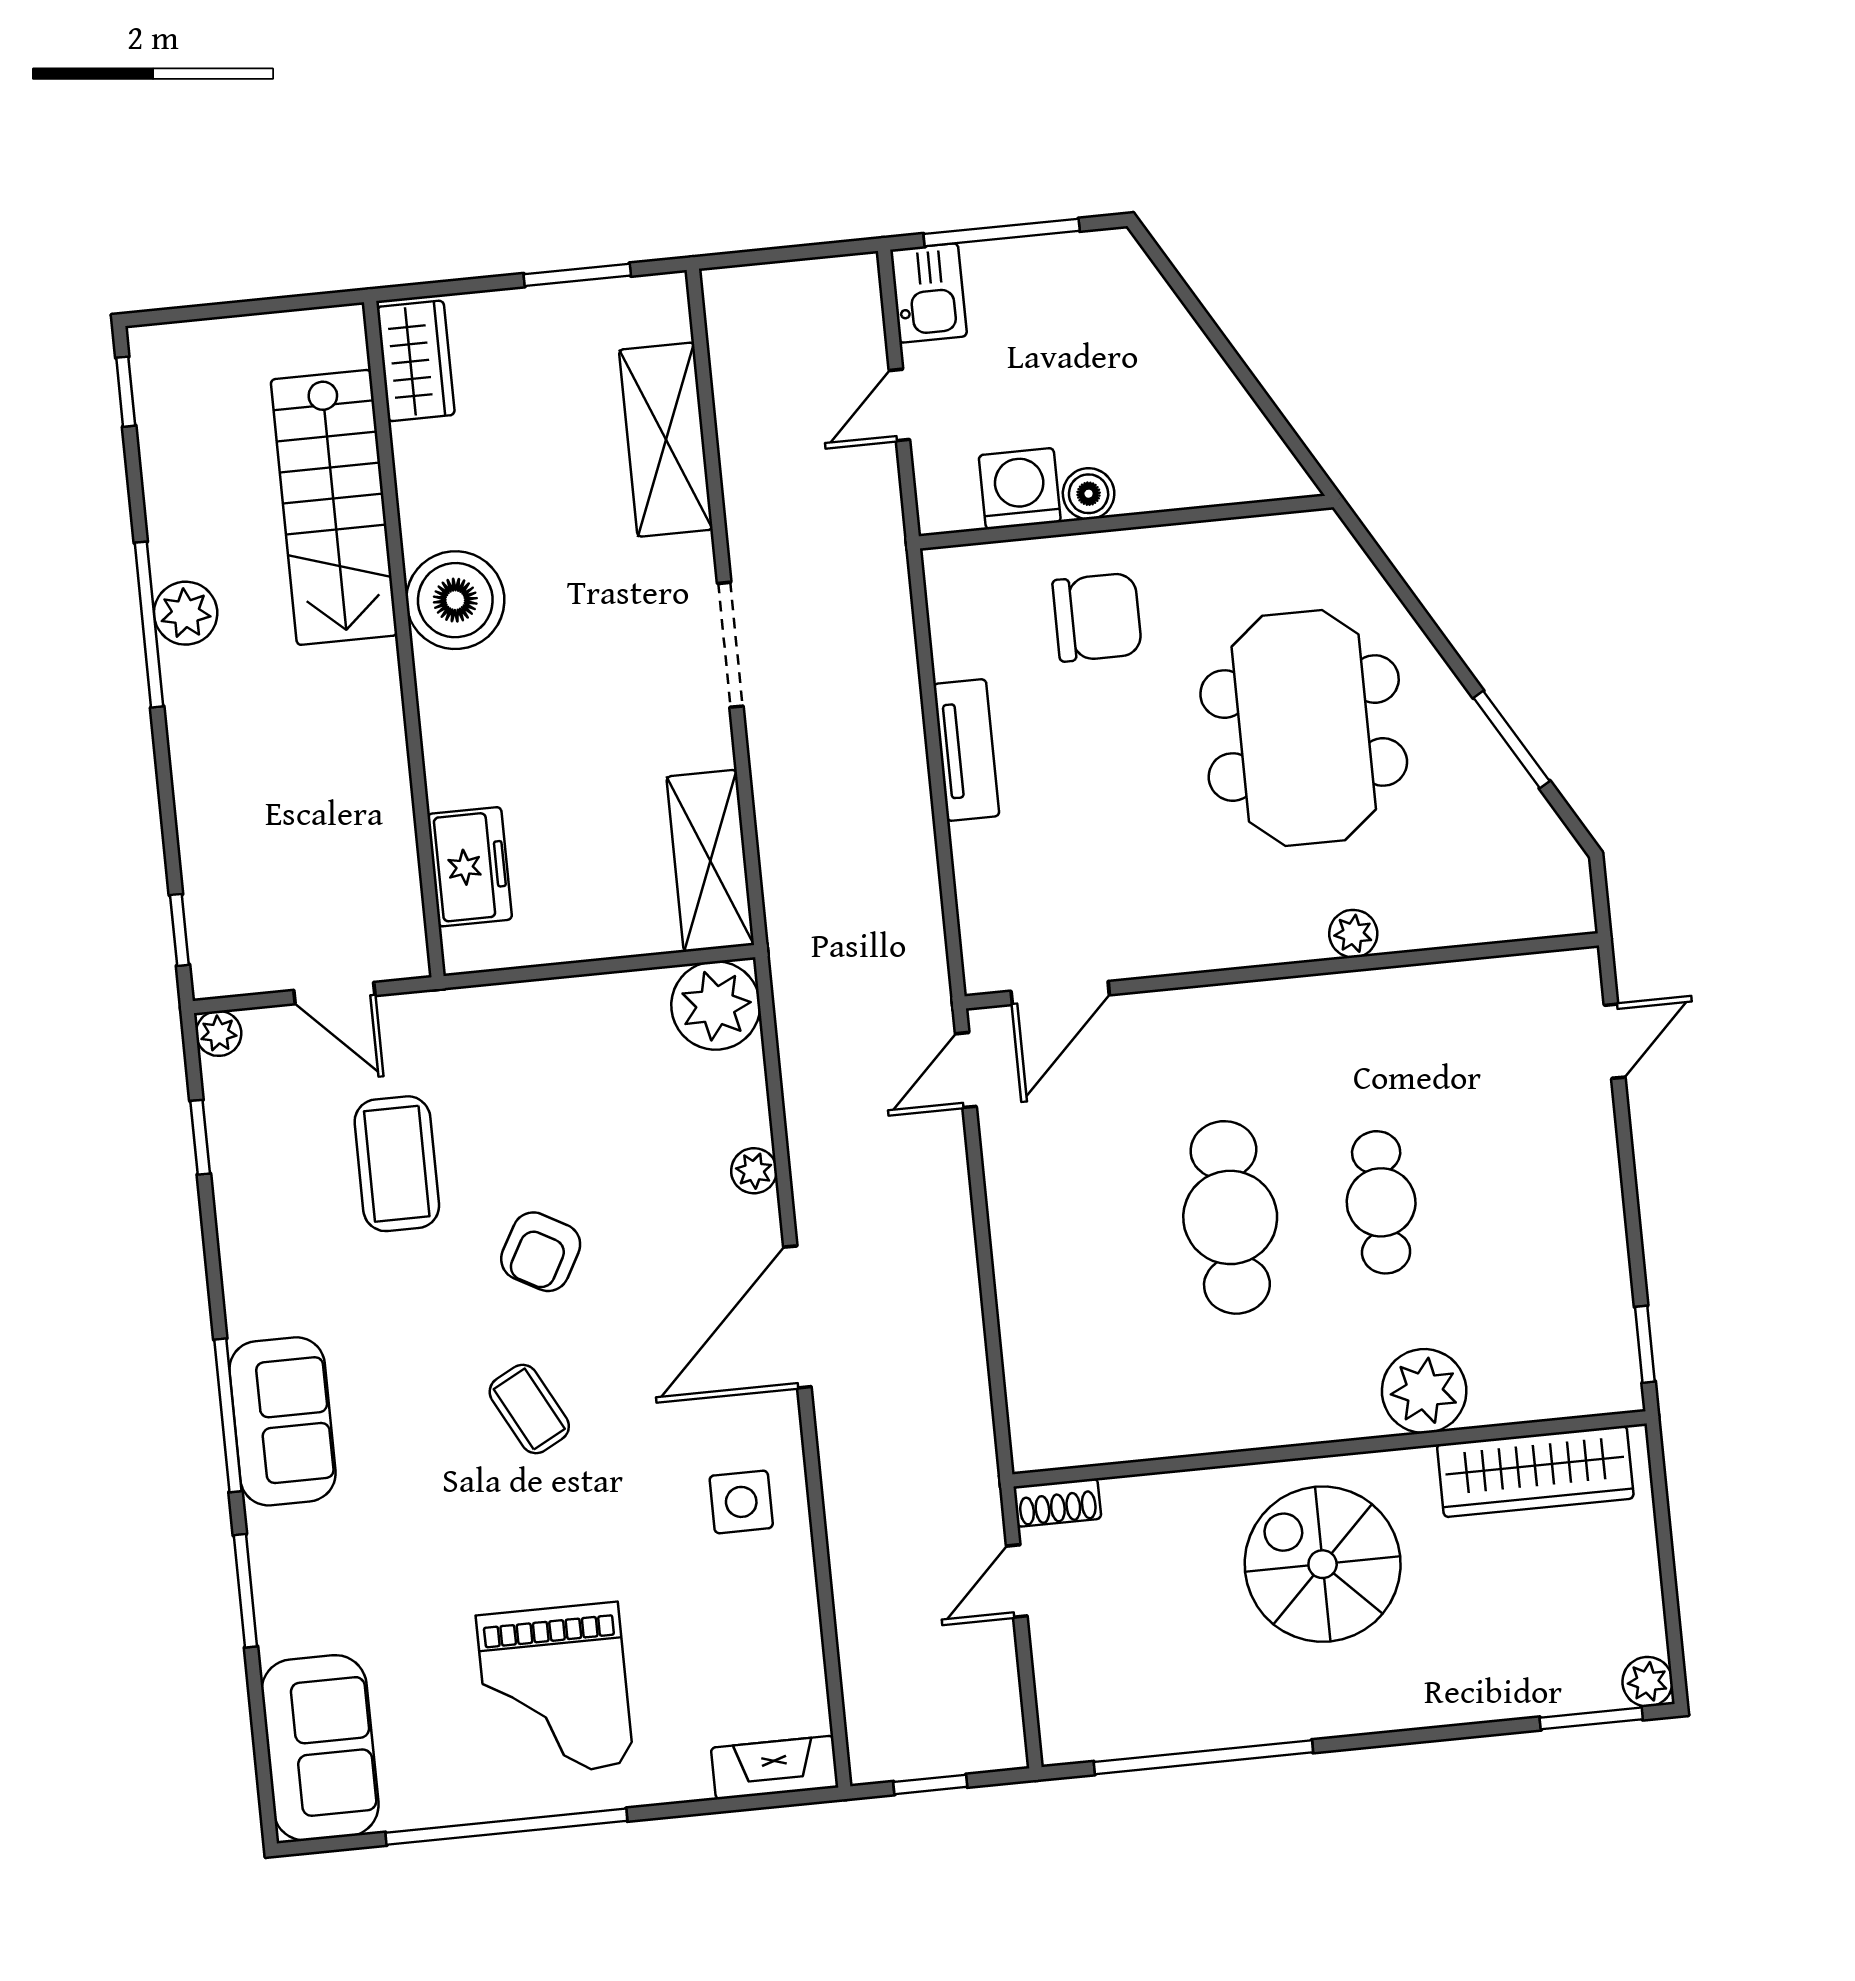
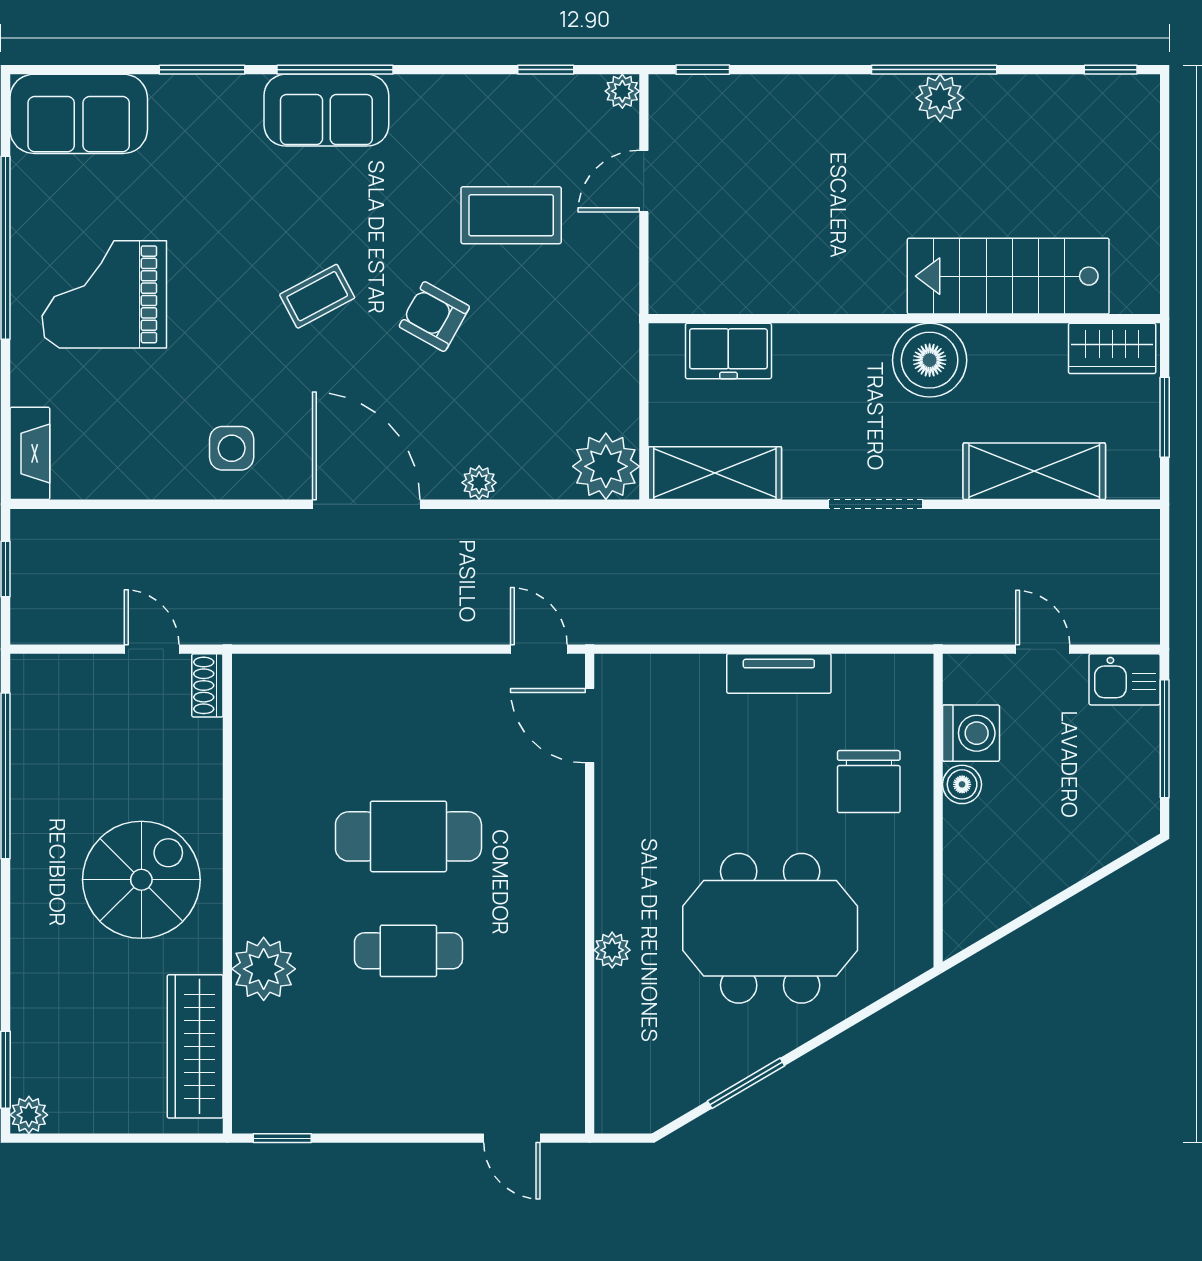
wardrobe: (416, 361) -> (1112, 348), moved
stairs: (334, 507) -> (1008, 276), moved
boiler: (455, 600) -> (930, 360), moved
wall: (404, 639) -> (904, 319), moved
freezer: (470, 867) -> (728, 351), moved

